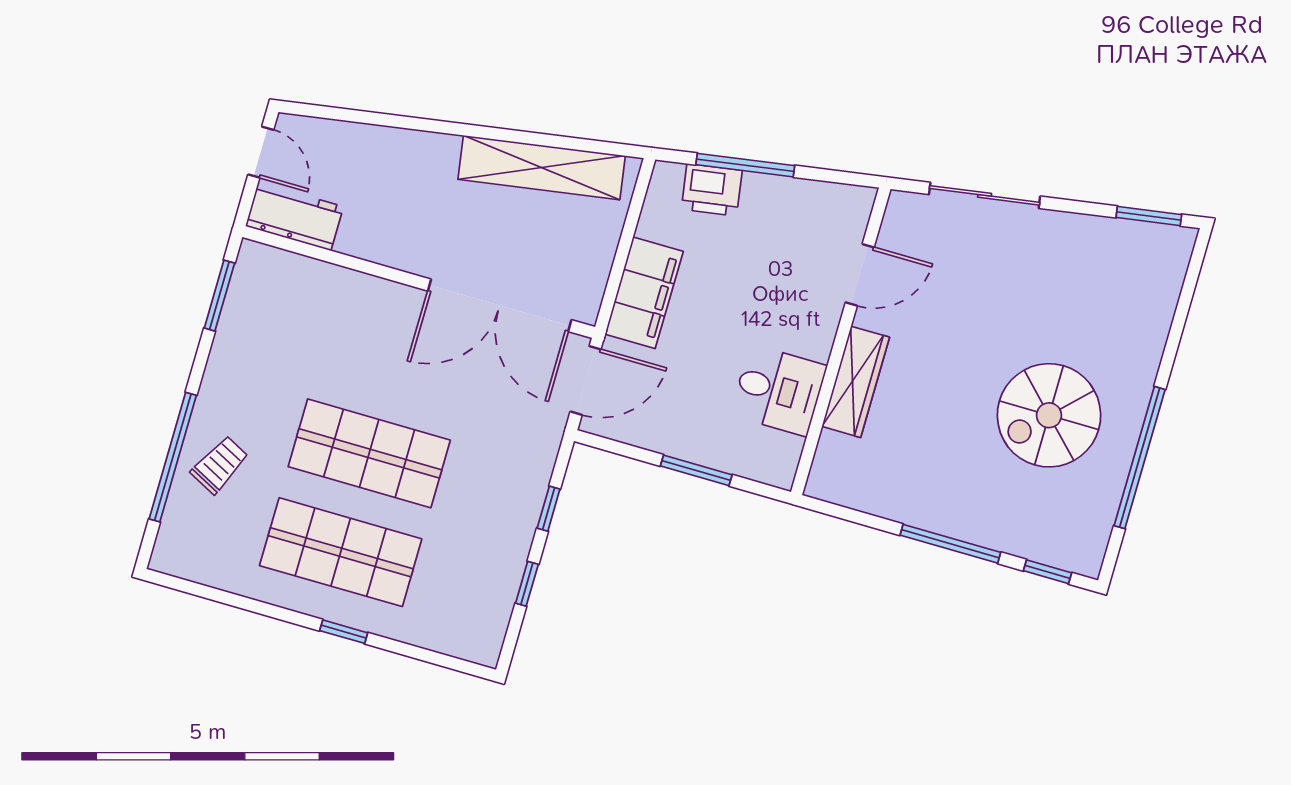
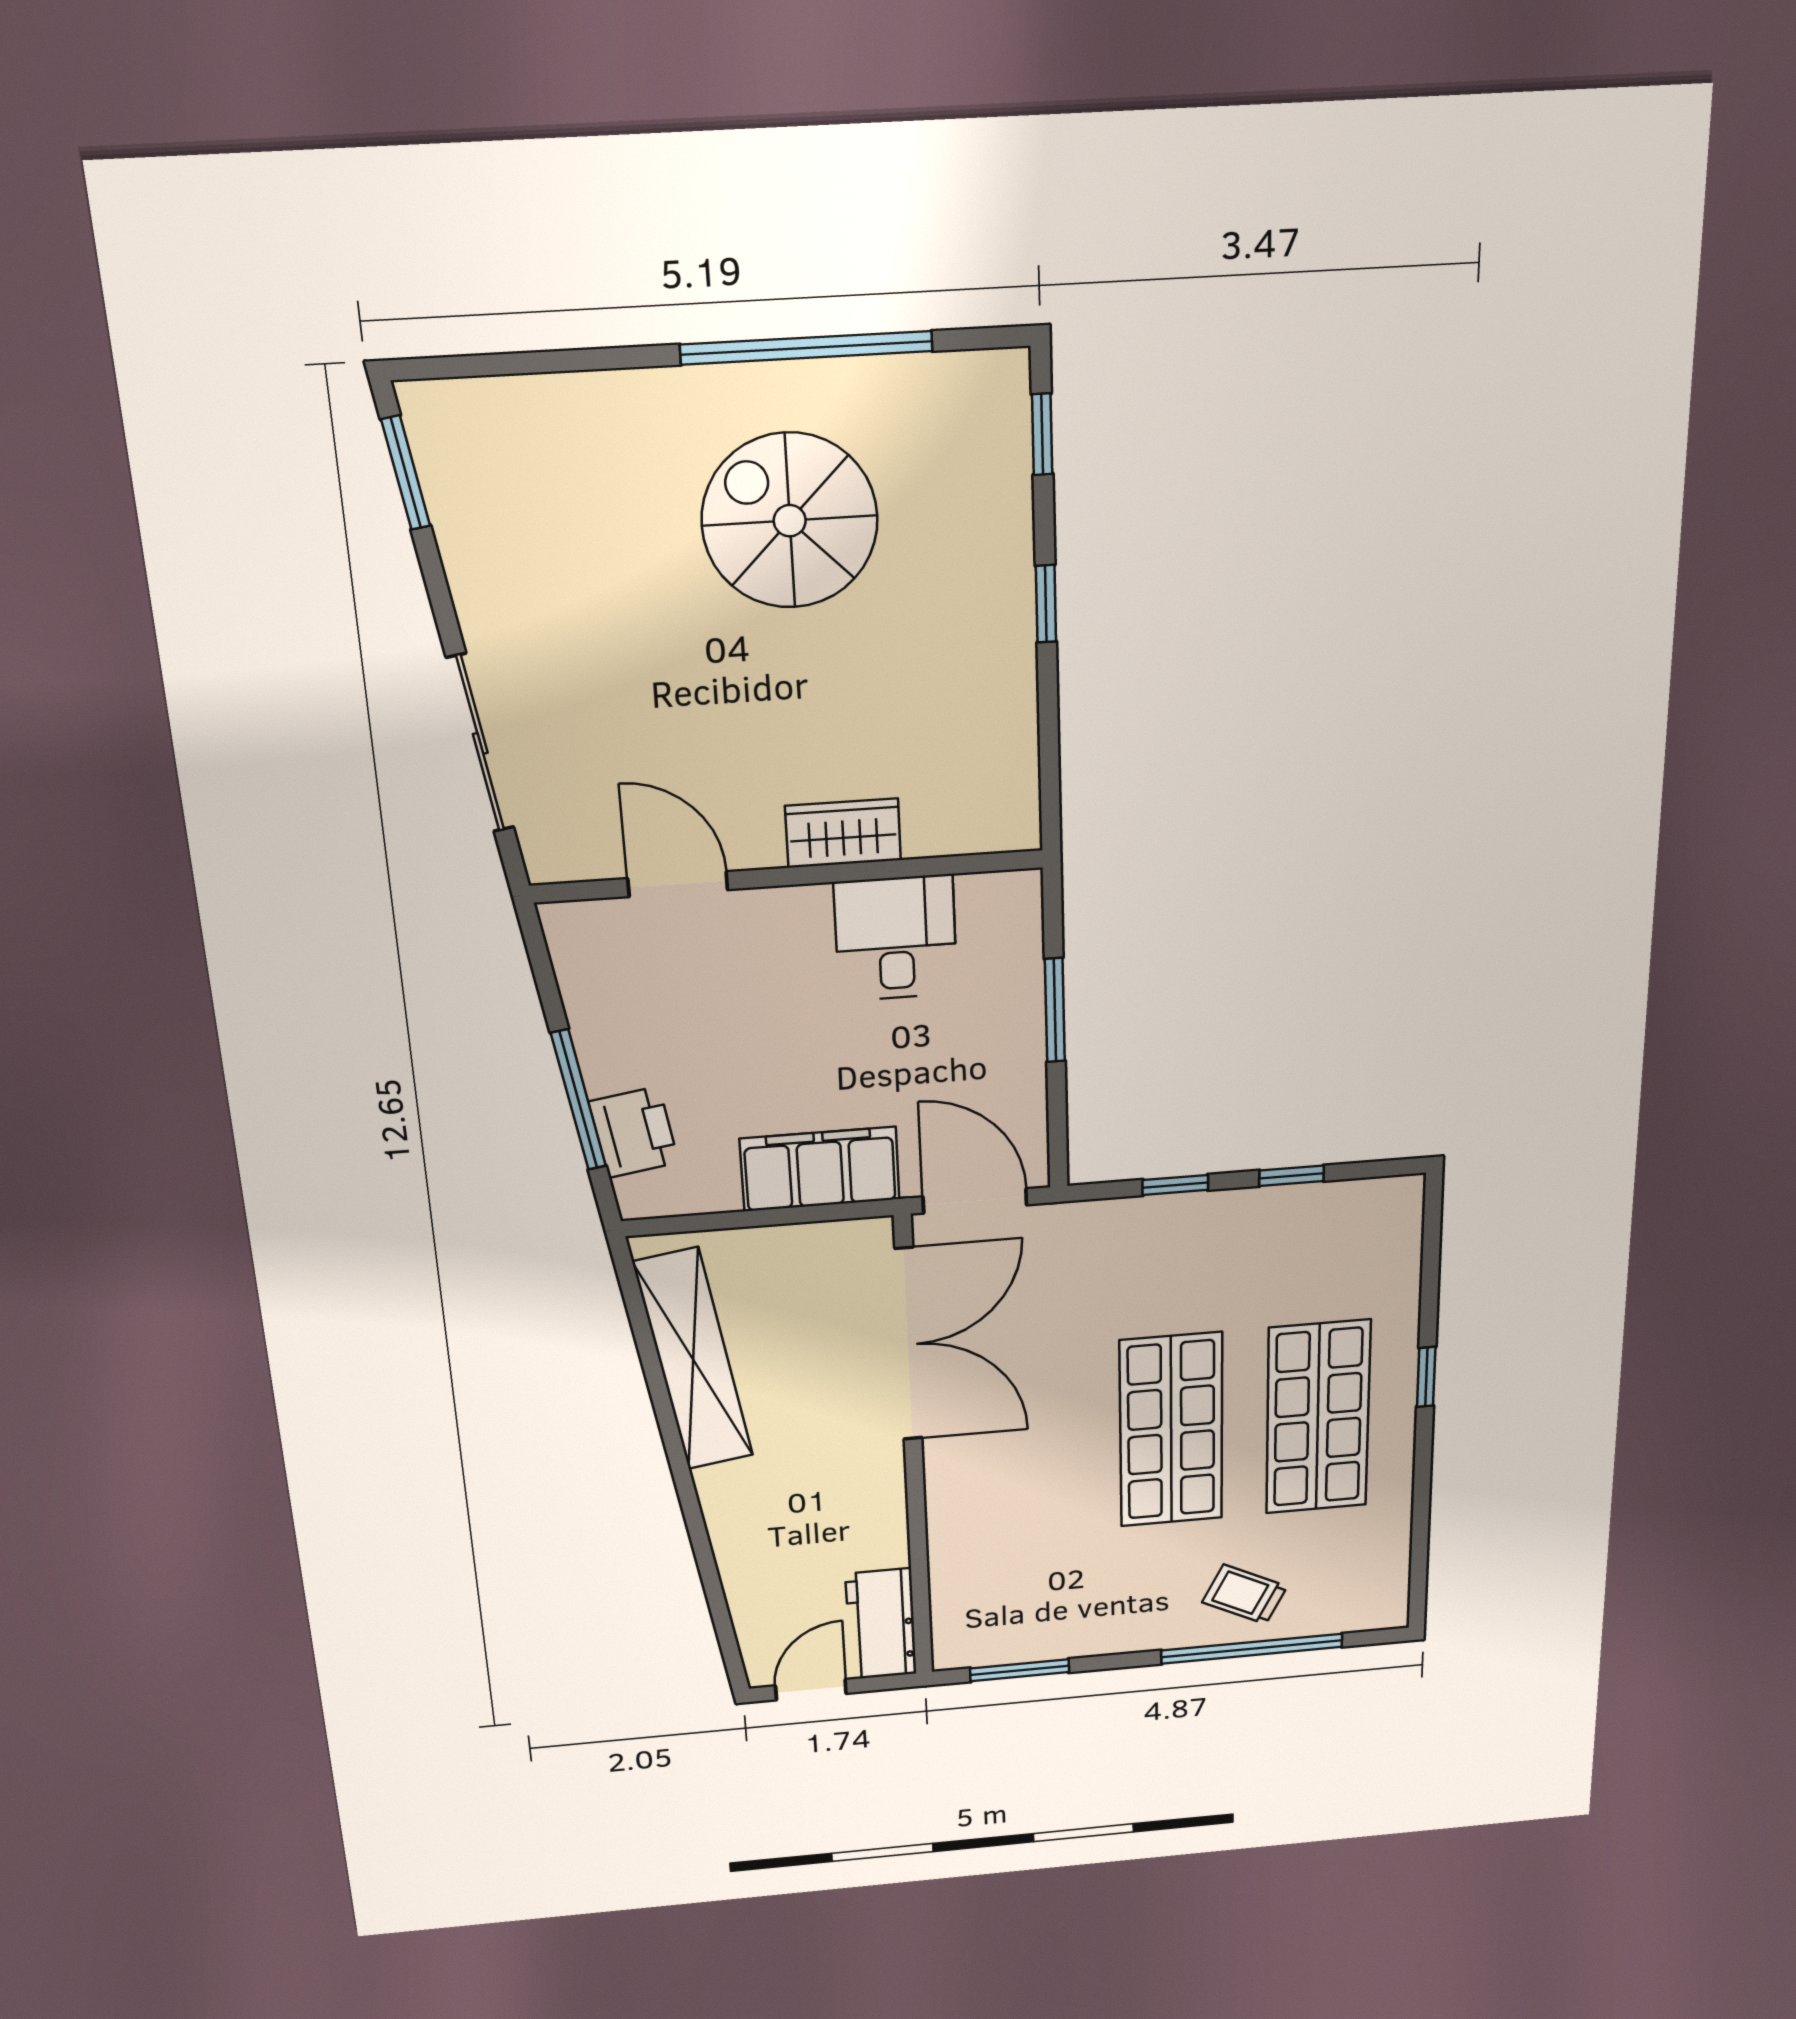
wardrobe: (856, 382) -> (843, 833), width x0.67
spiral stairs: (1049, 415) -> (790, 521), turned 180
window: (950, 544) -> (1046, 604), width x0.46

